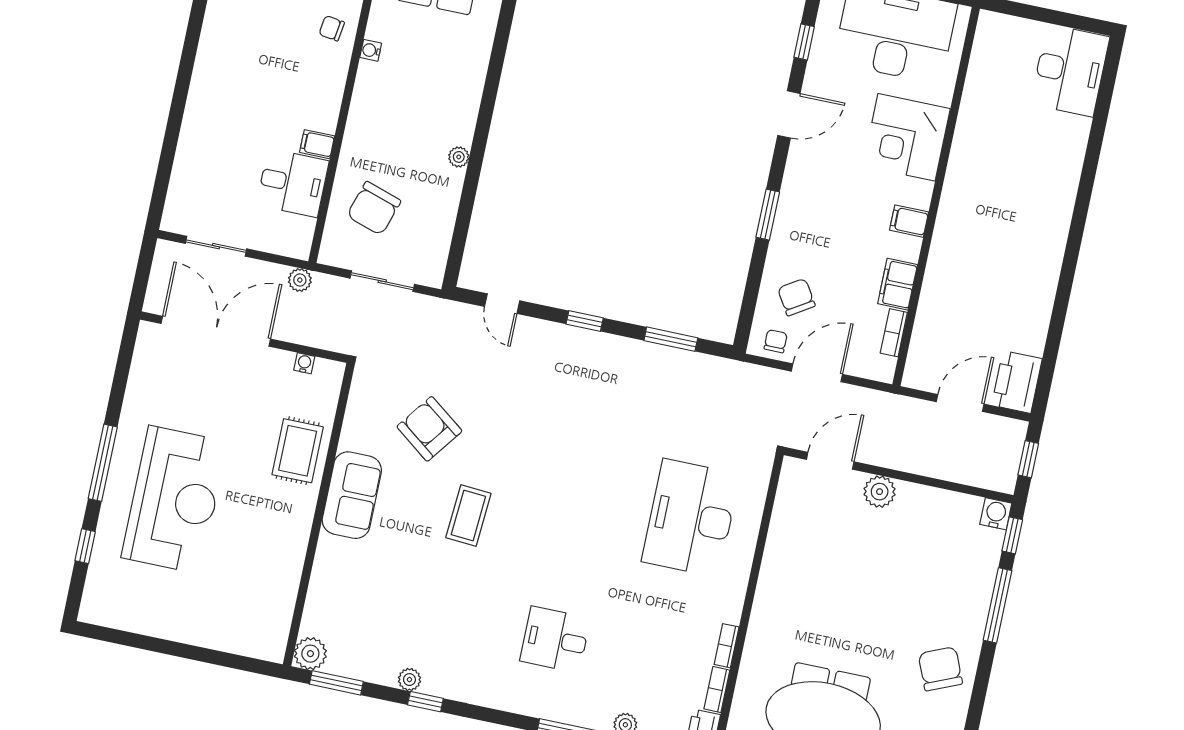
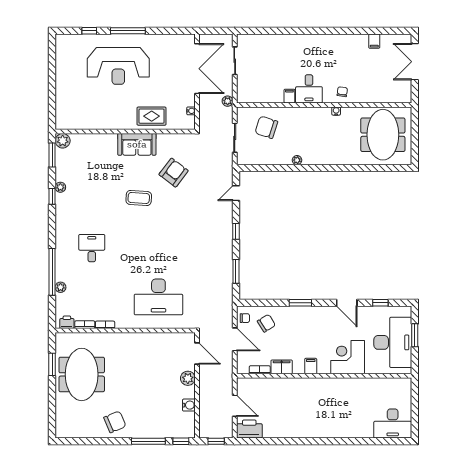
desk: (293, 183) -> (309, 89), moved
water cooler: (996, 514) -> (189, 405), moved
desk: (691, 518) -> (158, 297), turned 180

